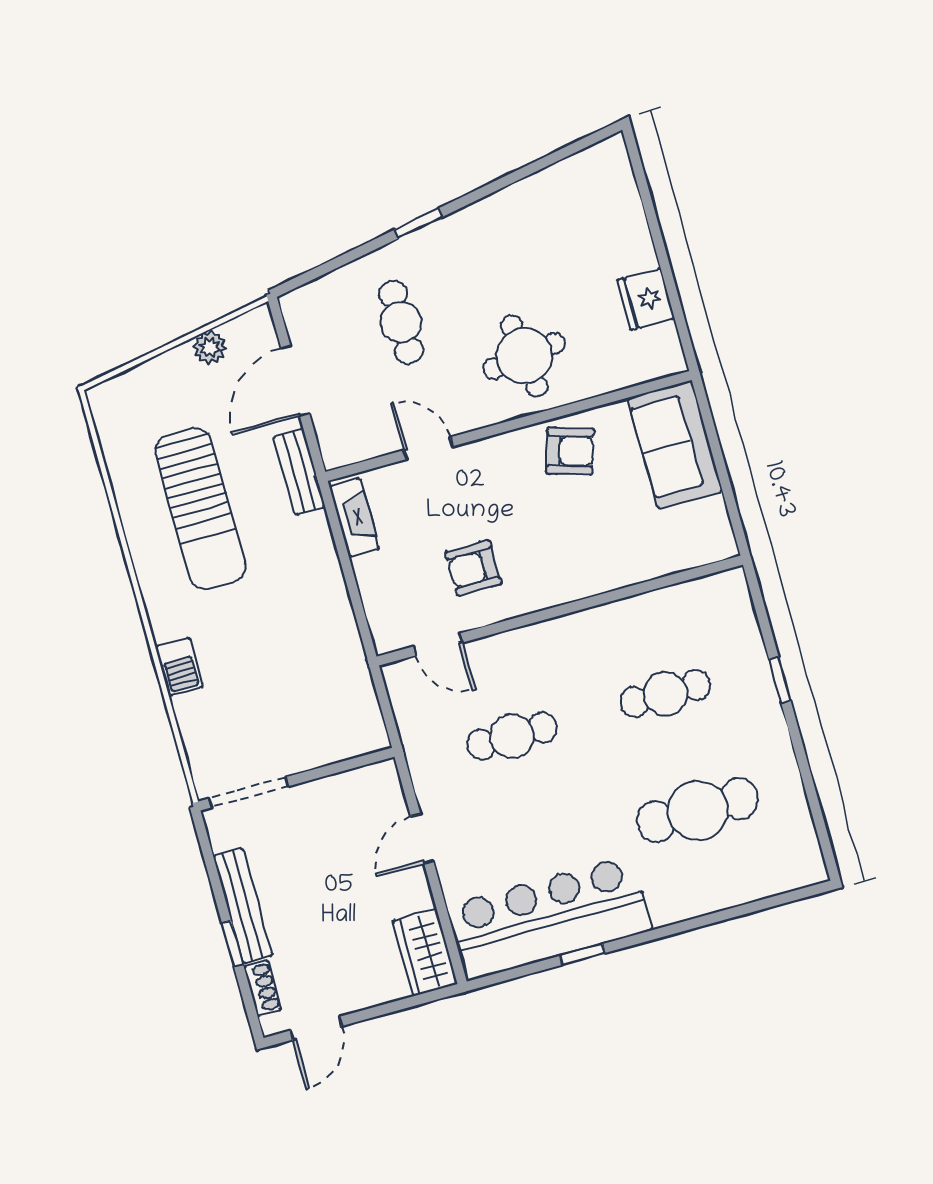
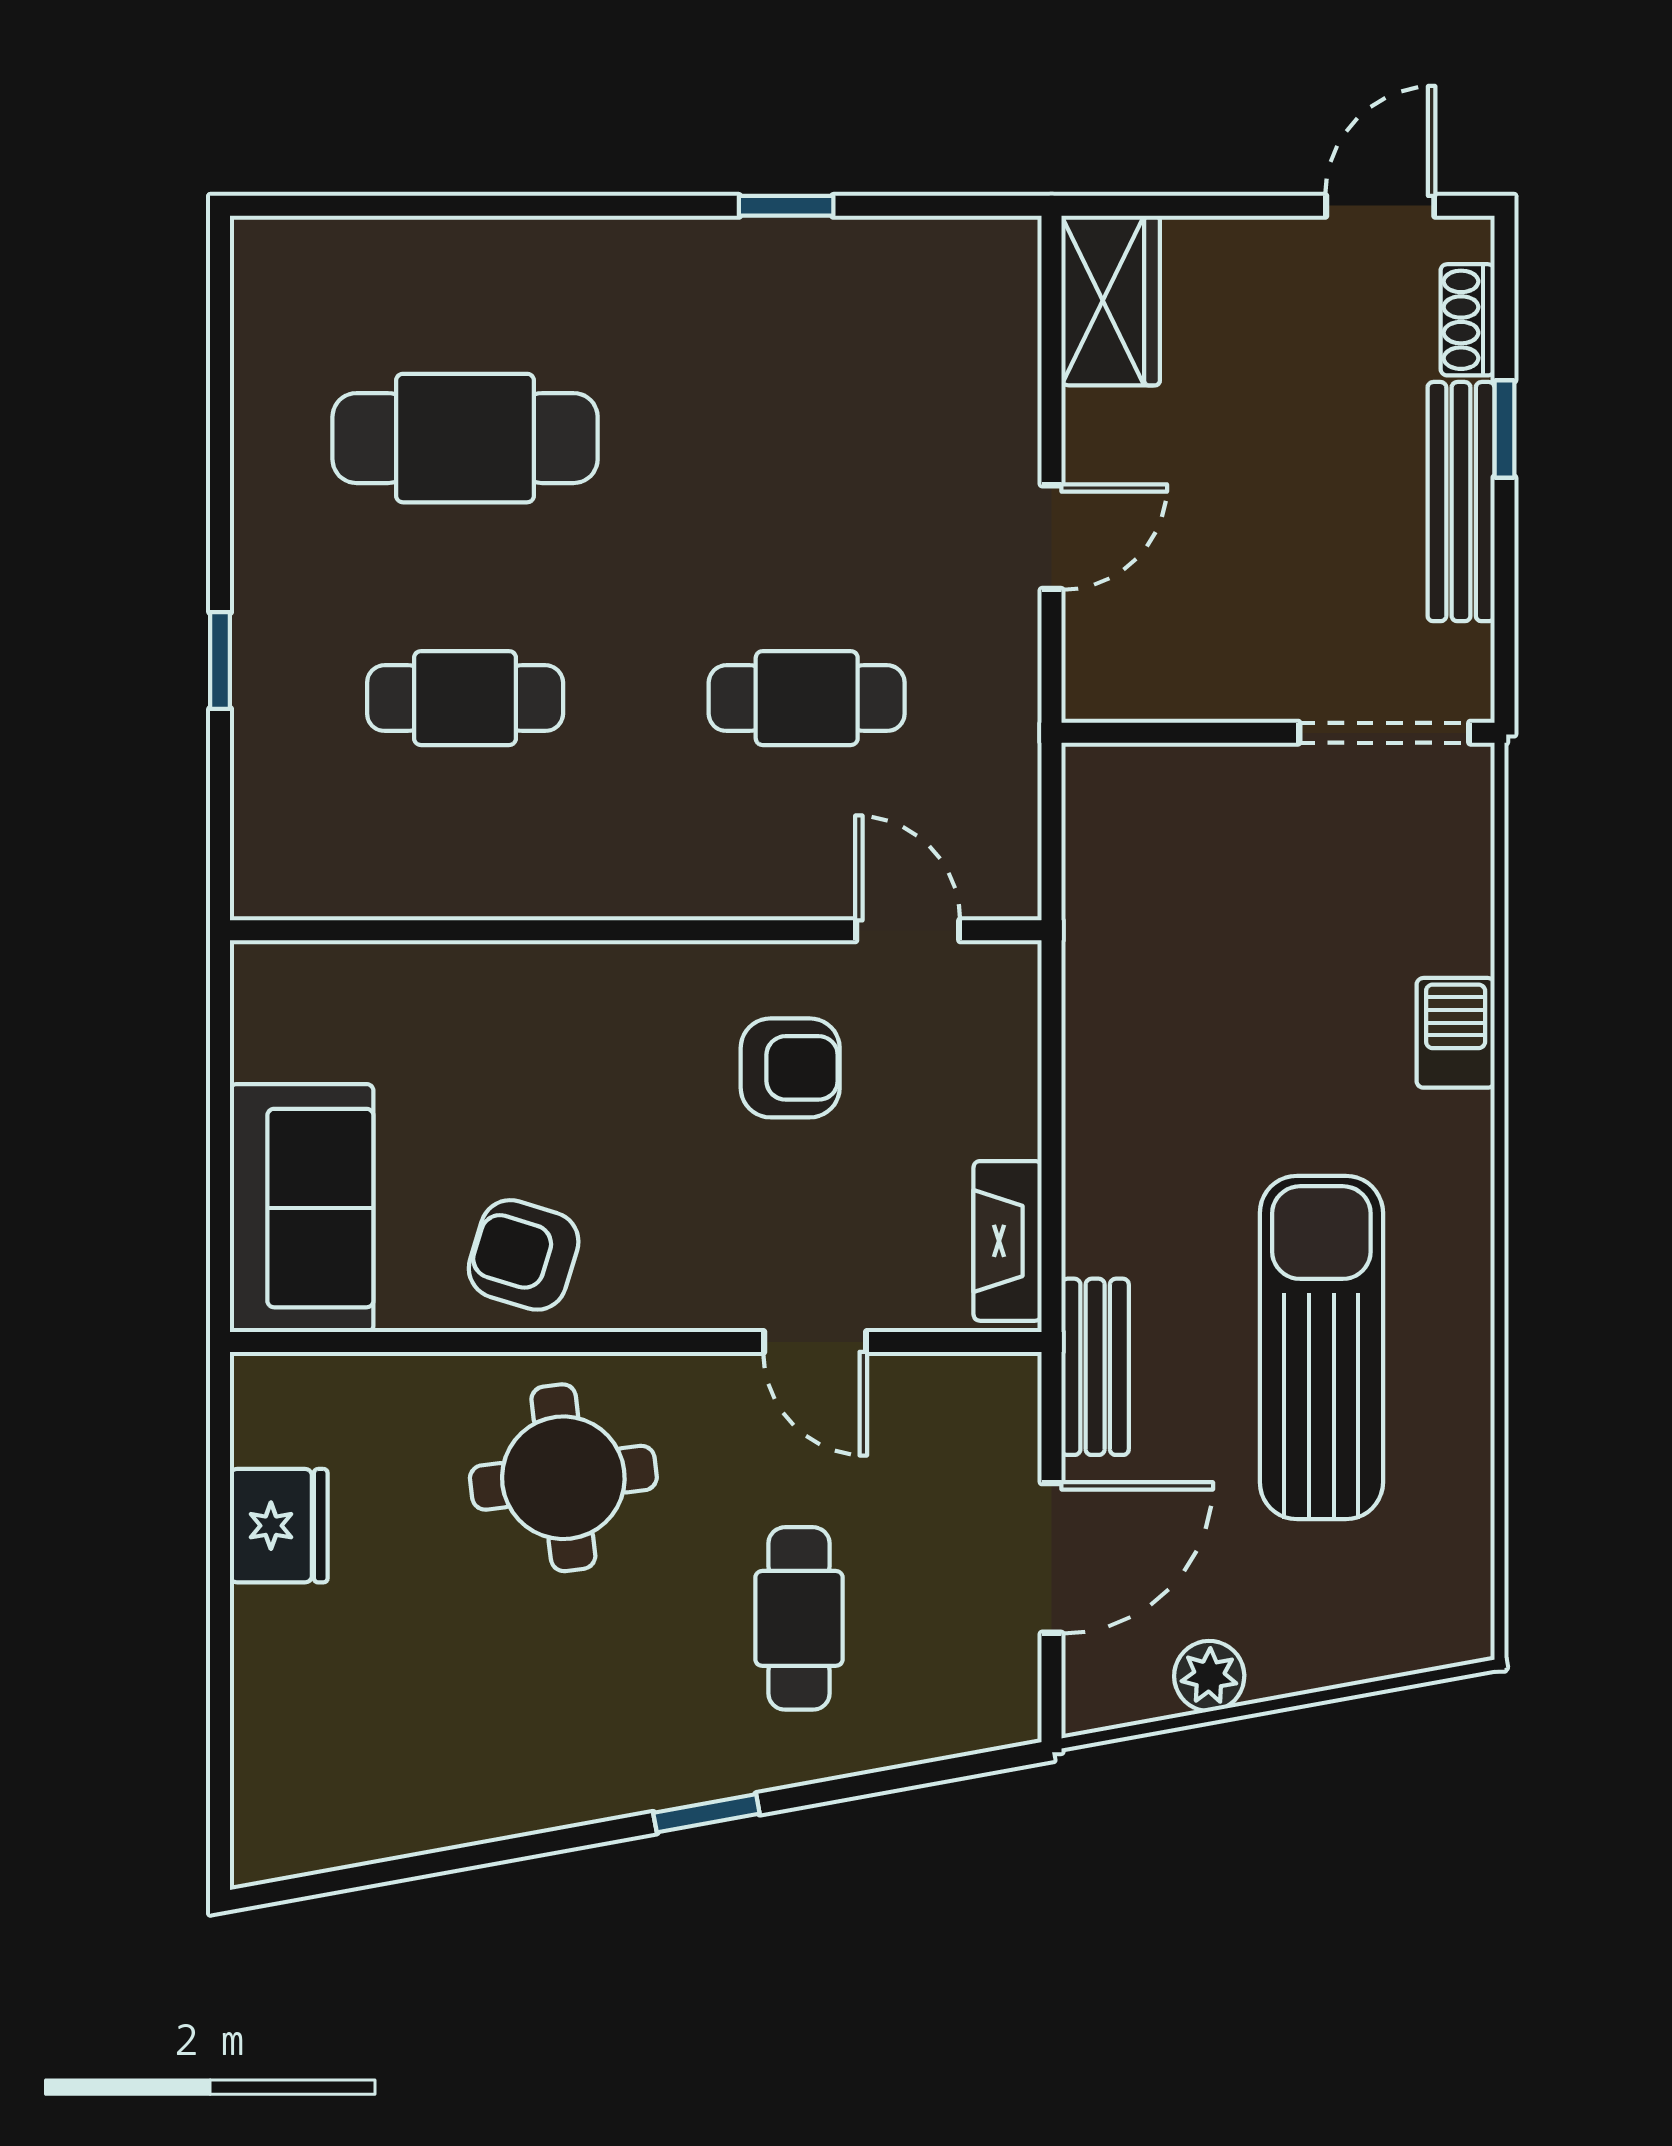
bar counter: (549, 918) -> (834, 300), removed

